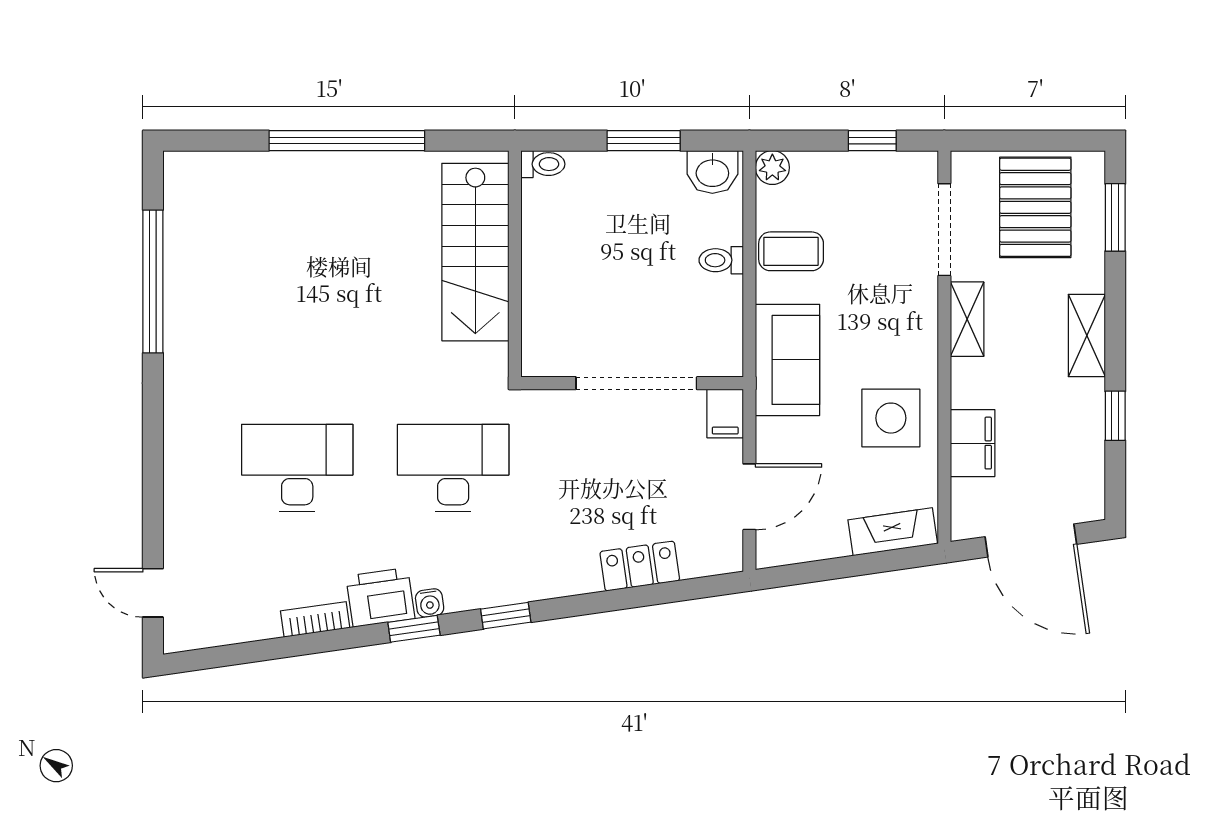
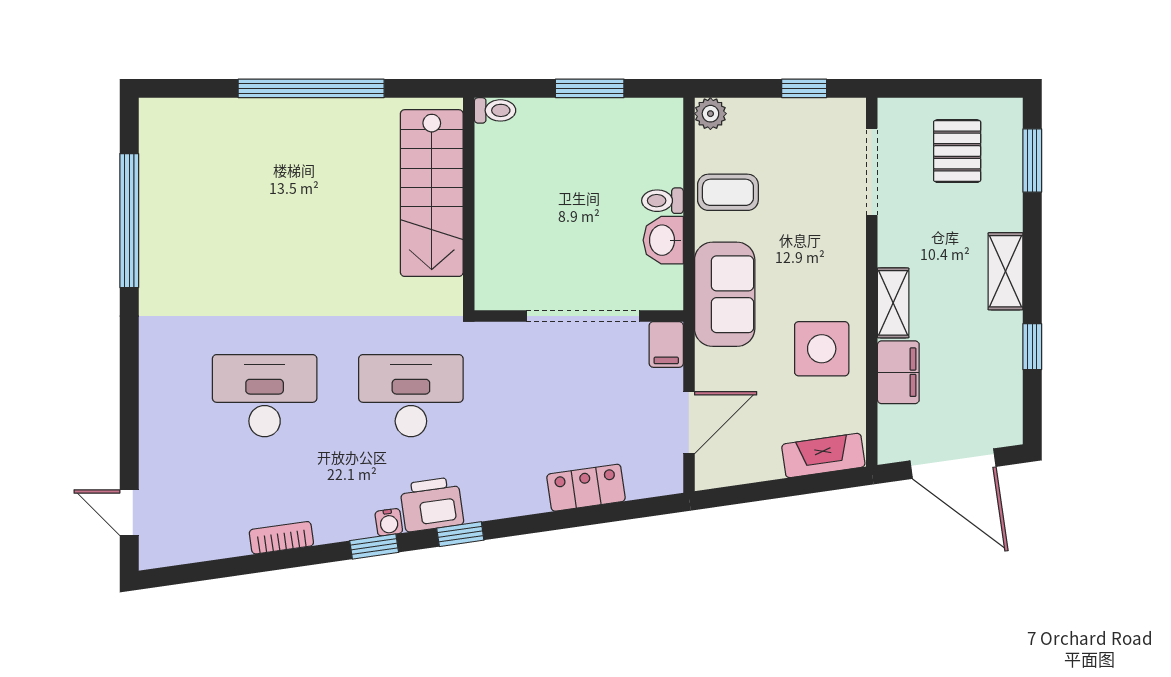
washbasin: (712, 172) -> (663, 240), moved, turned 90
pallet: (1035, 207) -> (957, 151), width x0.67, depth x0.71
shelving: (967, 319) -> (893, 303), moved
printer: (380, 597) -> (432, 504), moved

